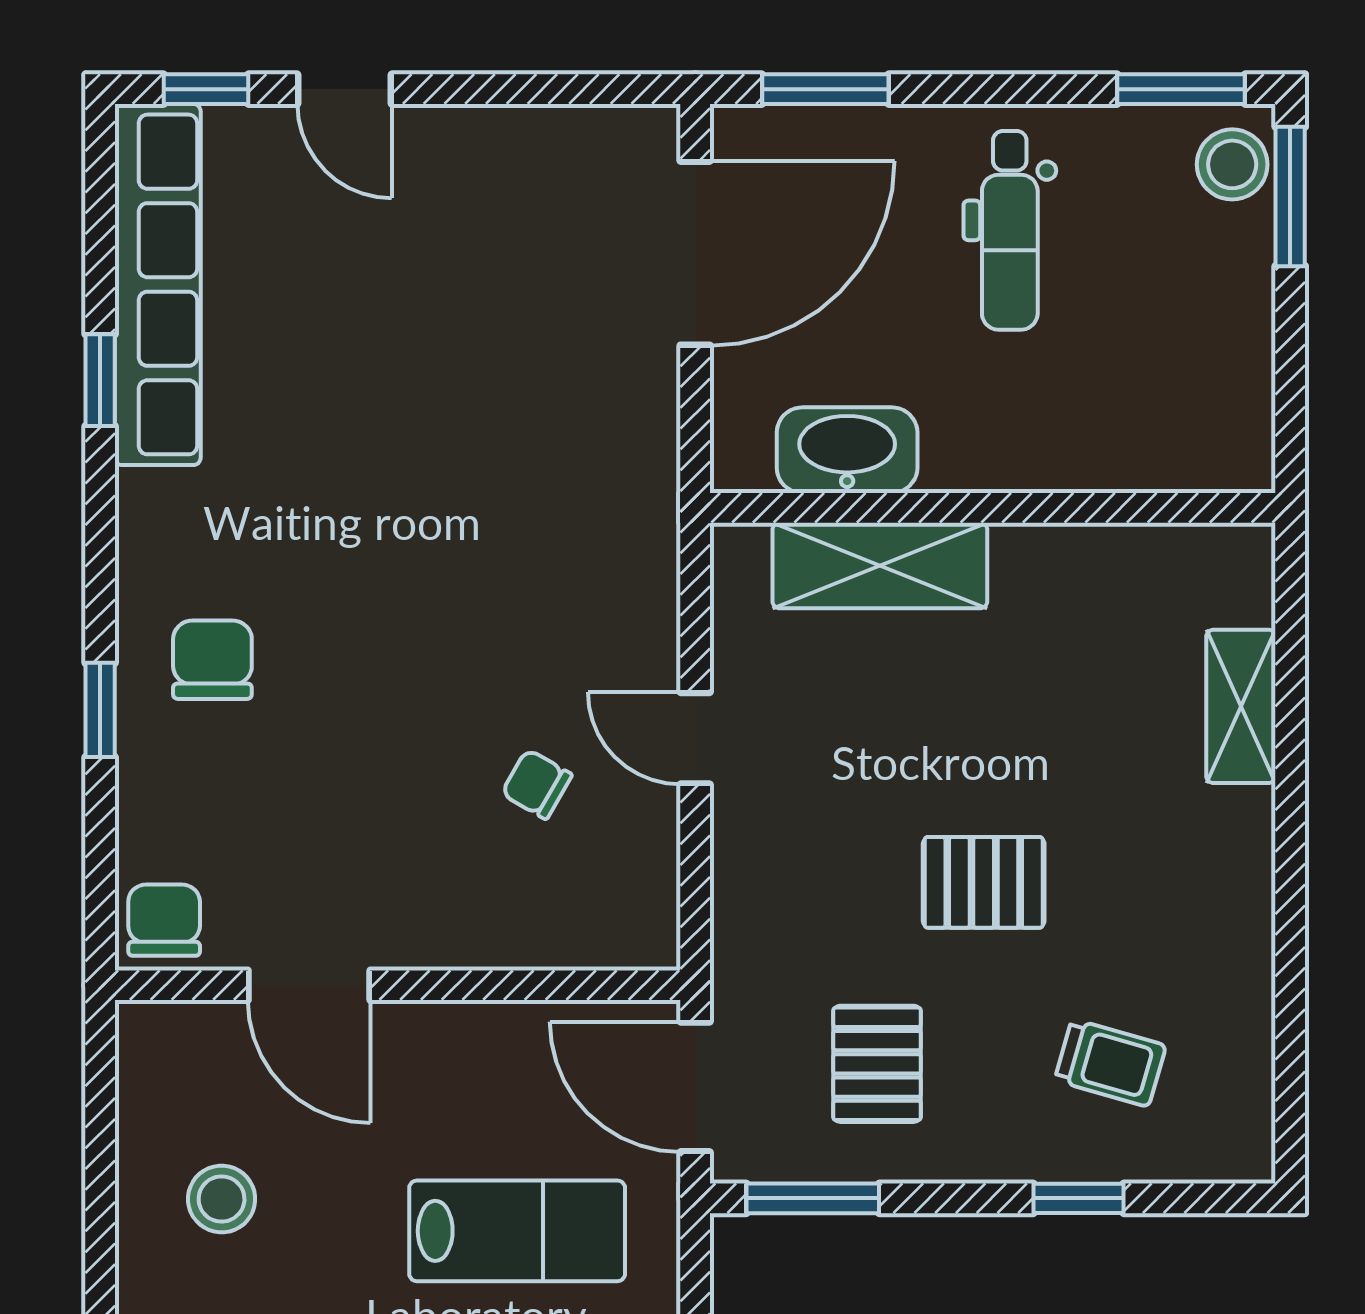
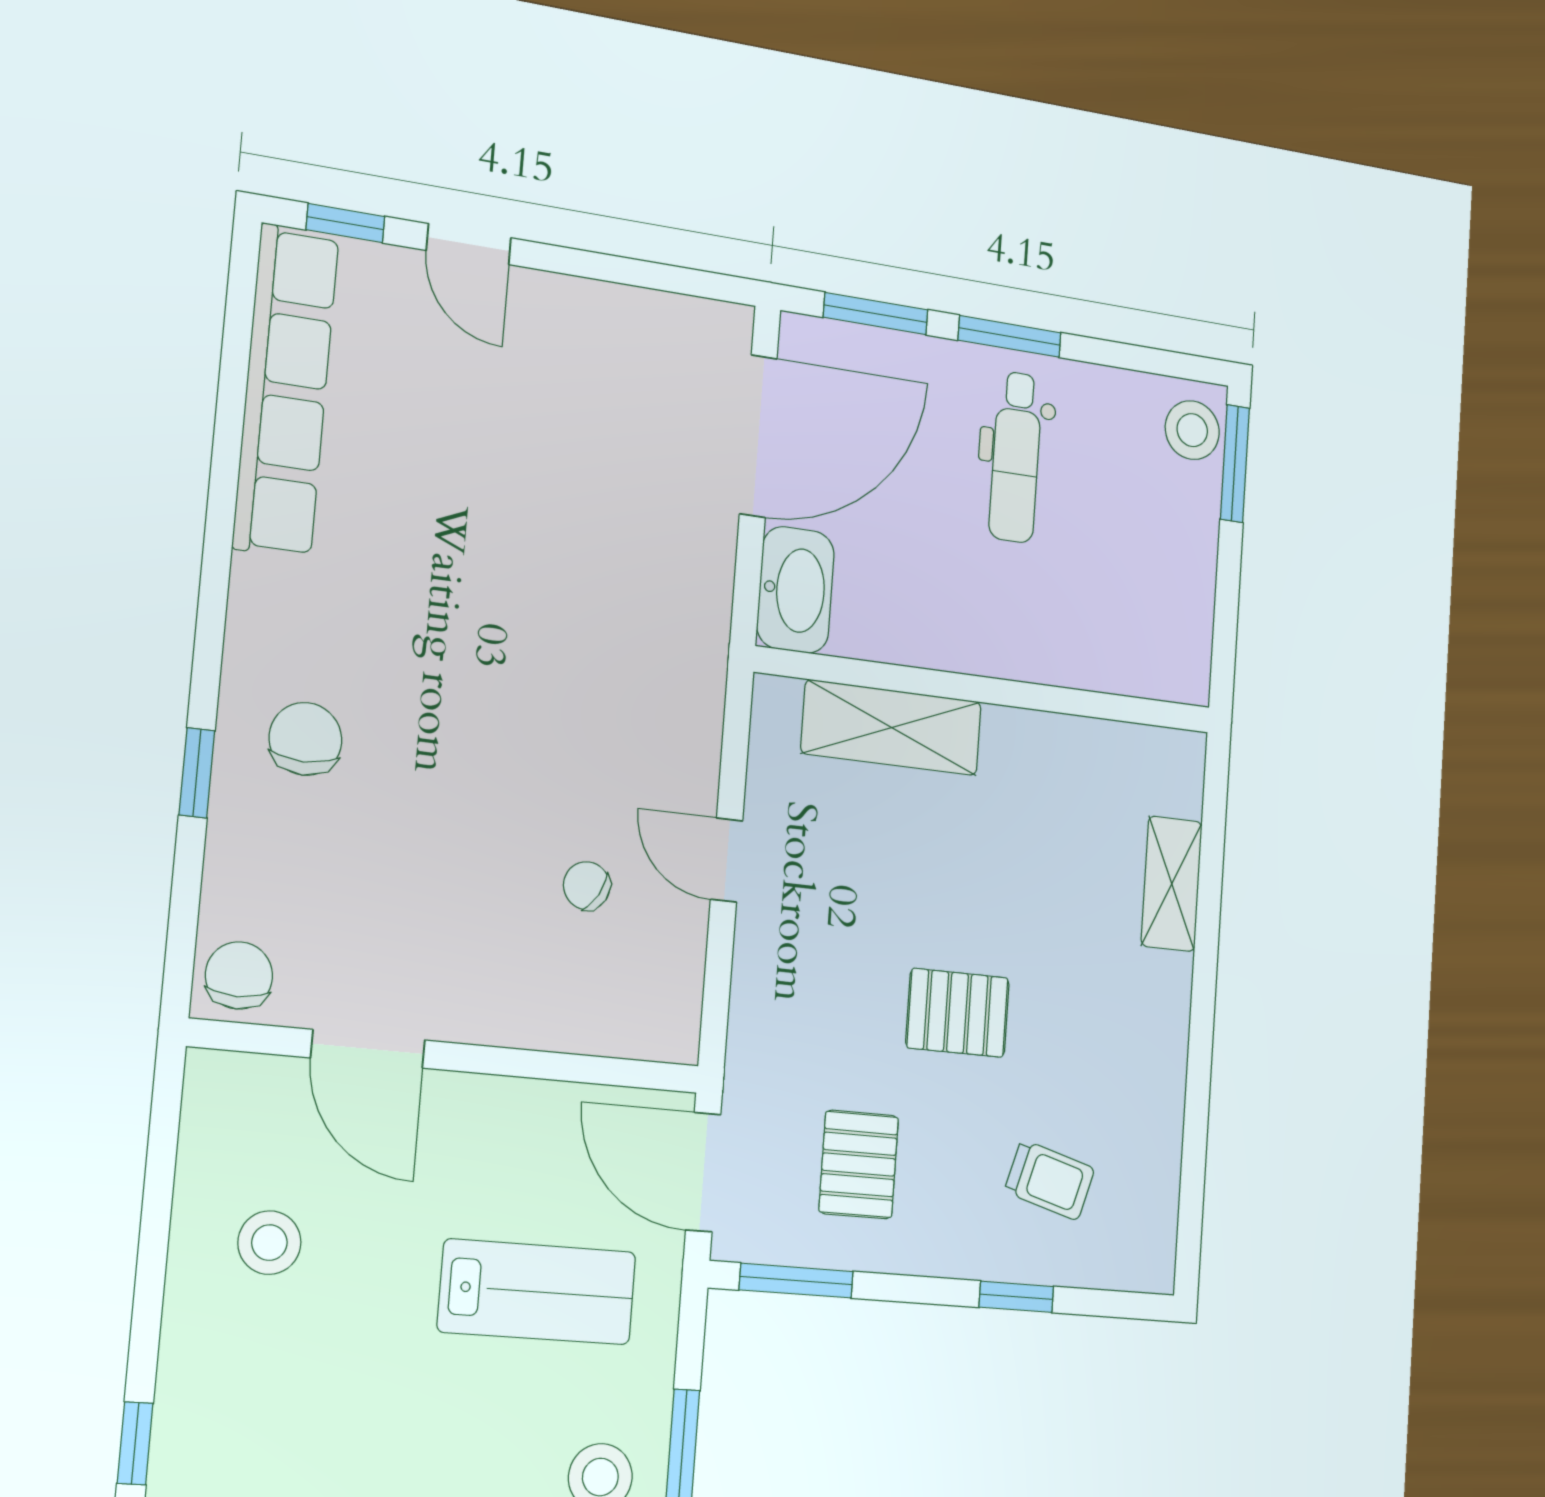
window: (1181, 89) -> (1010, 336), moved
window: (100, 380) -> (225, 469), removed
washbasin: (847, 450) -> (795, 590), moved, turned 90

